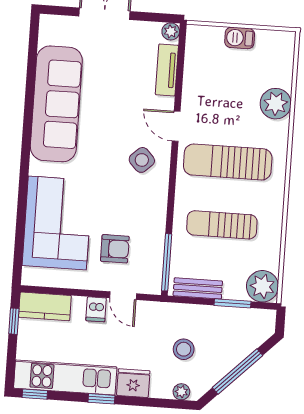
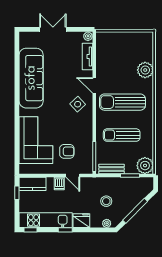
barbecue: (240, 38) -> (124, 37), removed

